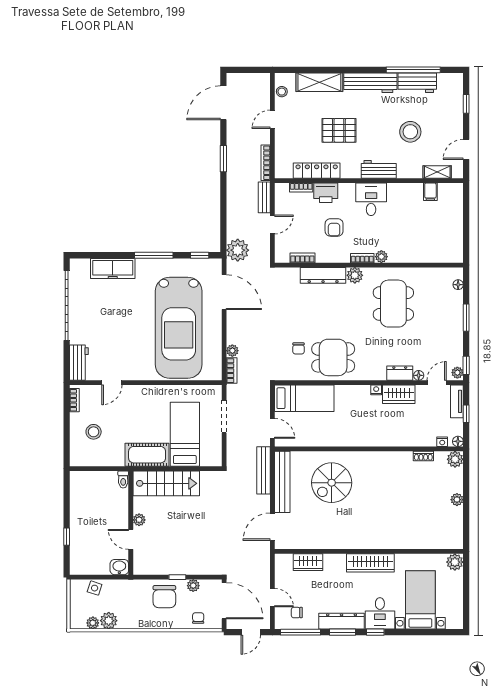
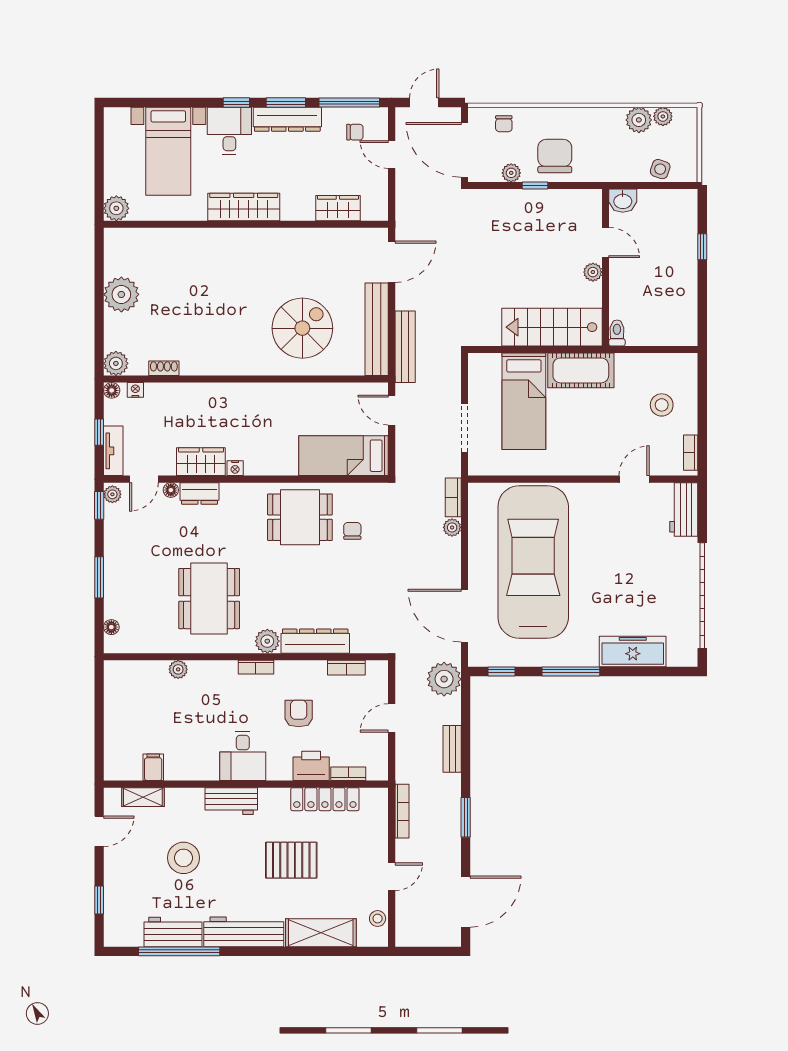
bench: (264, 197) -> (452, 749), moved
plant: (381, 257) -> (178, 669), moved
plant: (457, 500) -> (121, 294), width x1.87, depth x1.87

